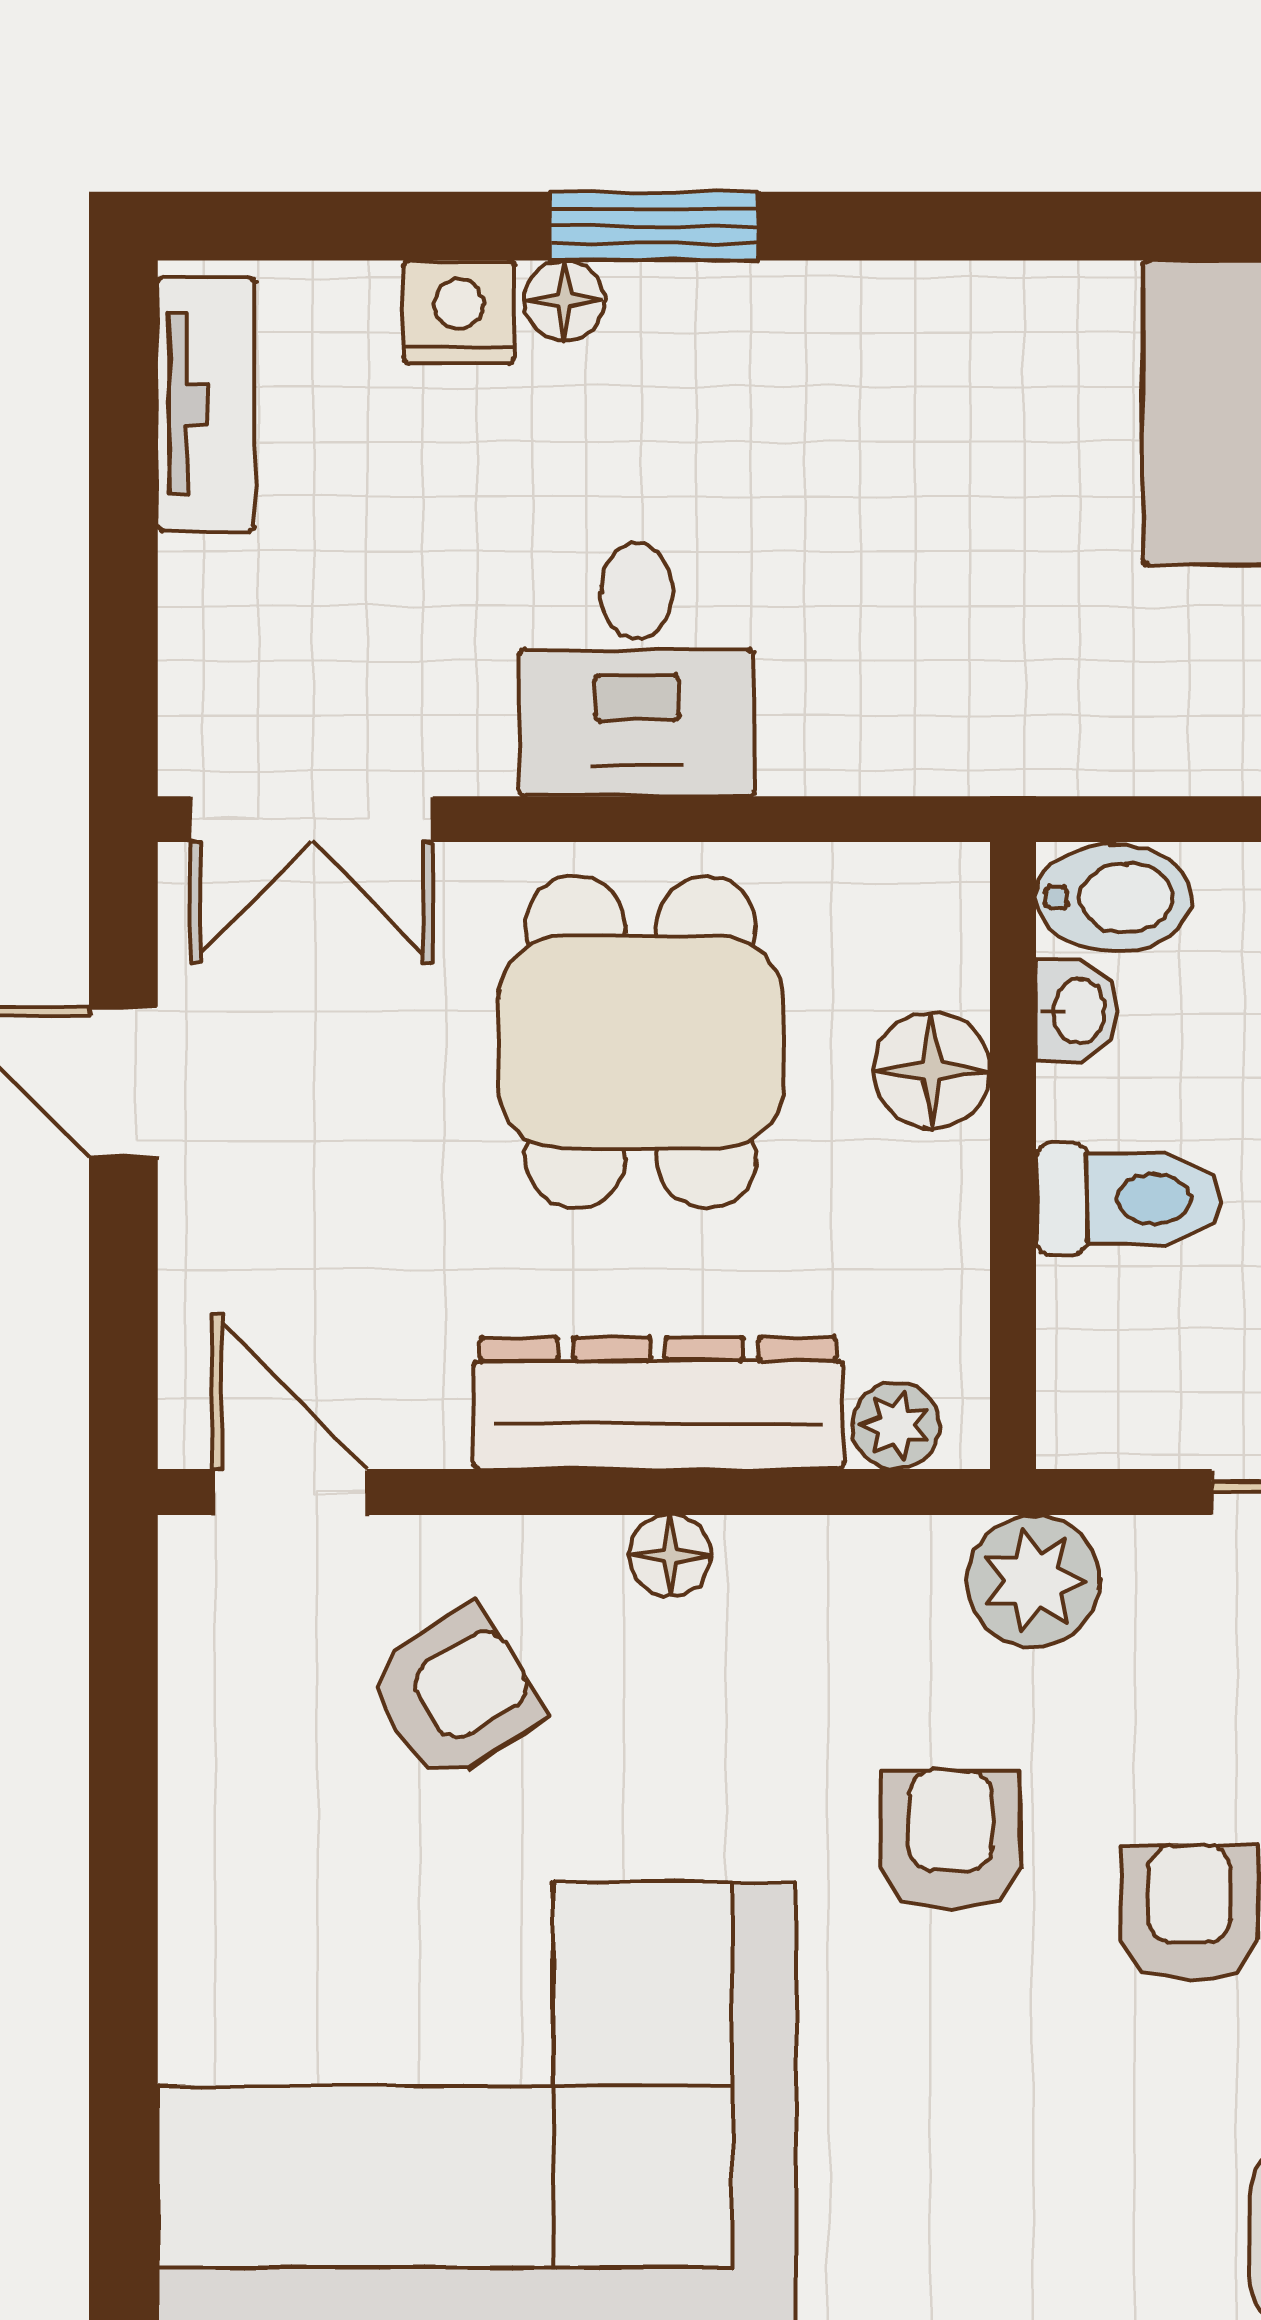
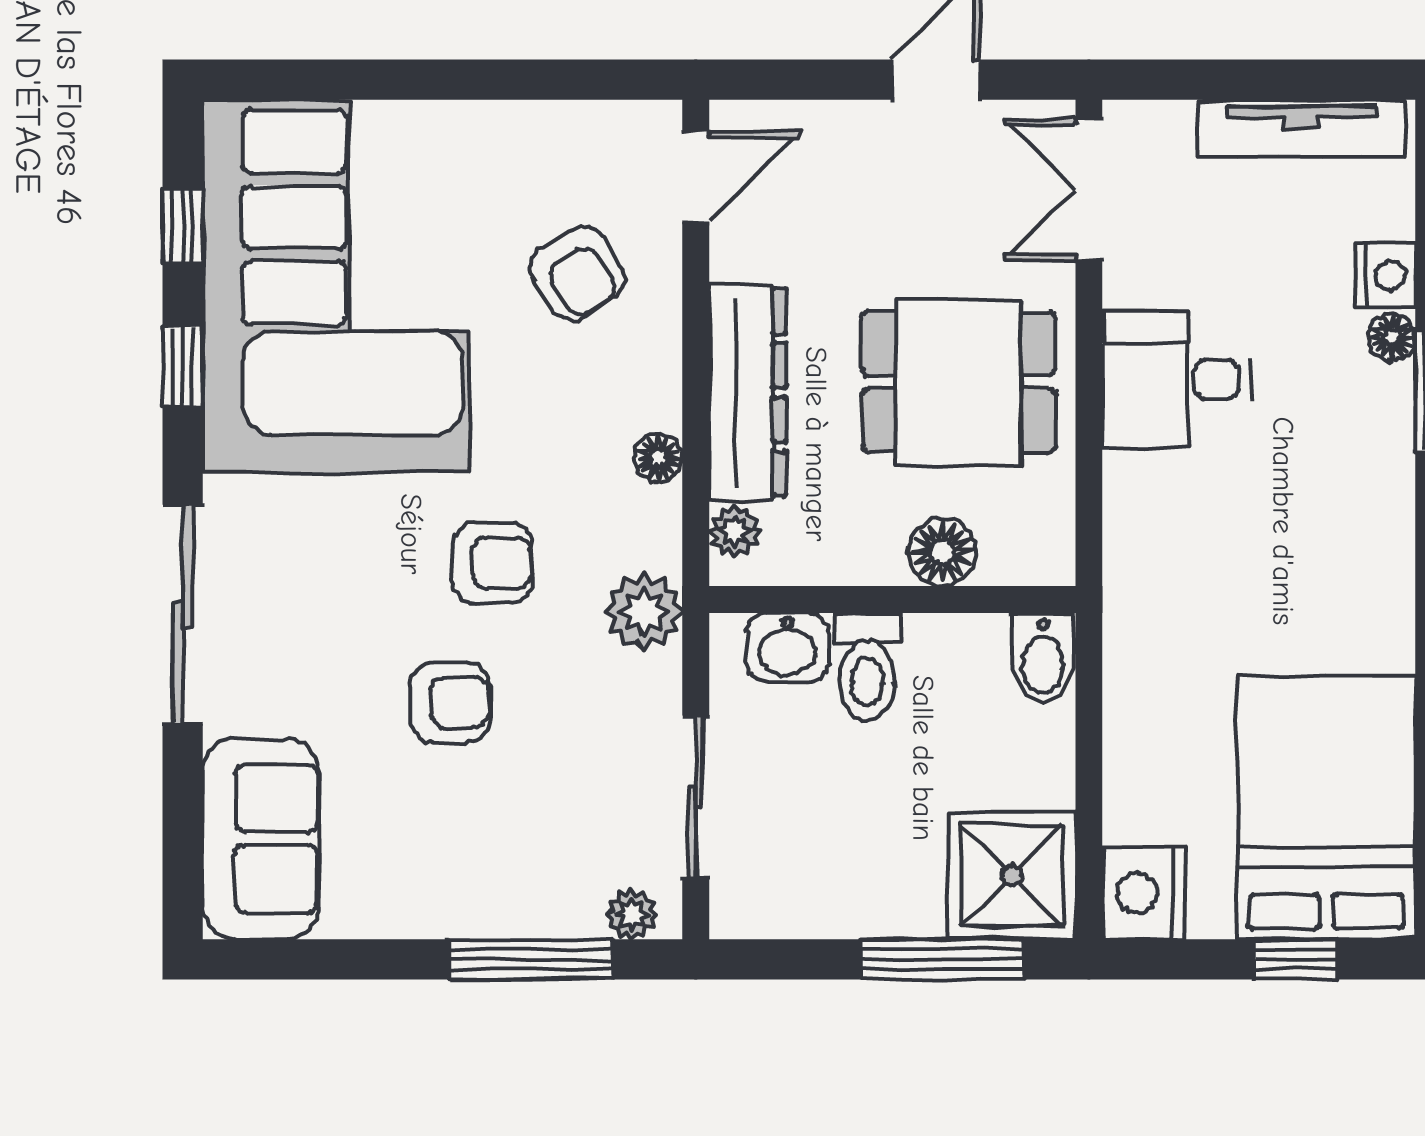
tv unit: (206, 404) -> (1301, 128), width x1.41
washbasin: (1077, 1011) -> (788, 648), moved, width x1.38, depth x1.45
floor lamp: (670, 1556) -> (659, 458), moved

